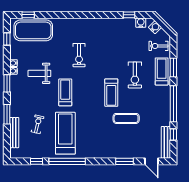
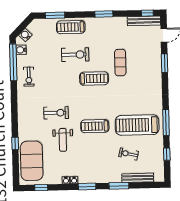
window: (28, 15) -> (15, 143), moved
window: (129, 15) -> (13, 62), width x3.17
exercise bike: (158, 46) -> (29, 77), moved
window: (173, 67) -> (55, 15), moved
weight bench: (39, 73) -> (63, 140), moved
window: (173, 104) -> (104, 14), width x0.47
window: (173, 135) -> (147, 13), moved
window: (67, 161) -> (166, 122), width x0.68

